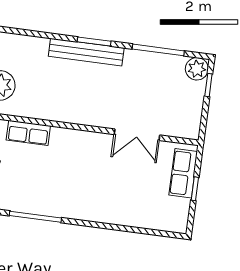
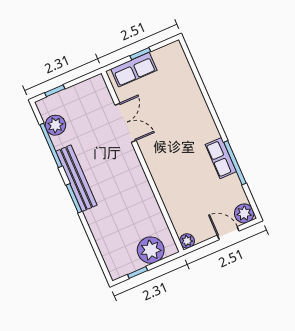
bench: (86, 52) -> (76, 178), moved
plant: (197, 69) -> (55, 125), moved
row of seats: (28, 133) -> (221, 158), moved, turned 180

